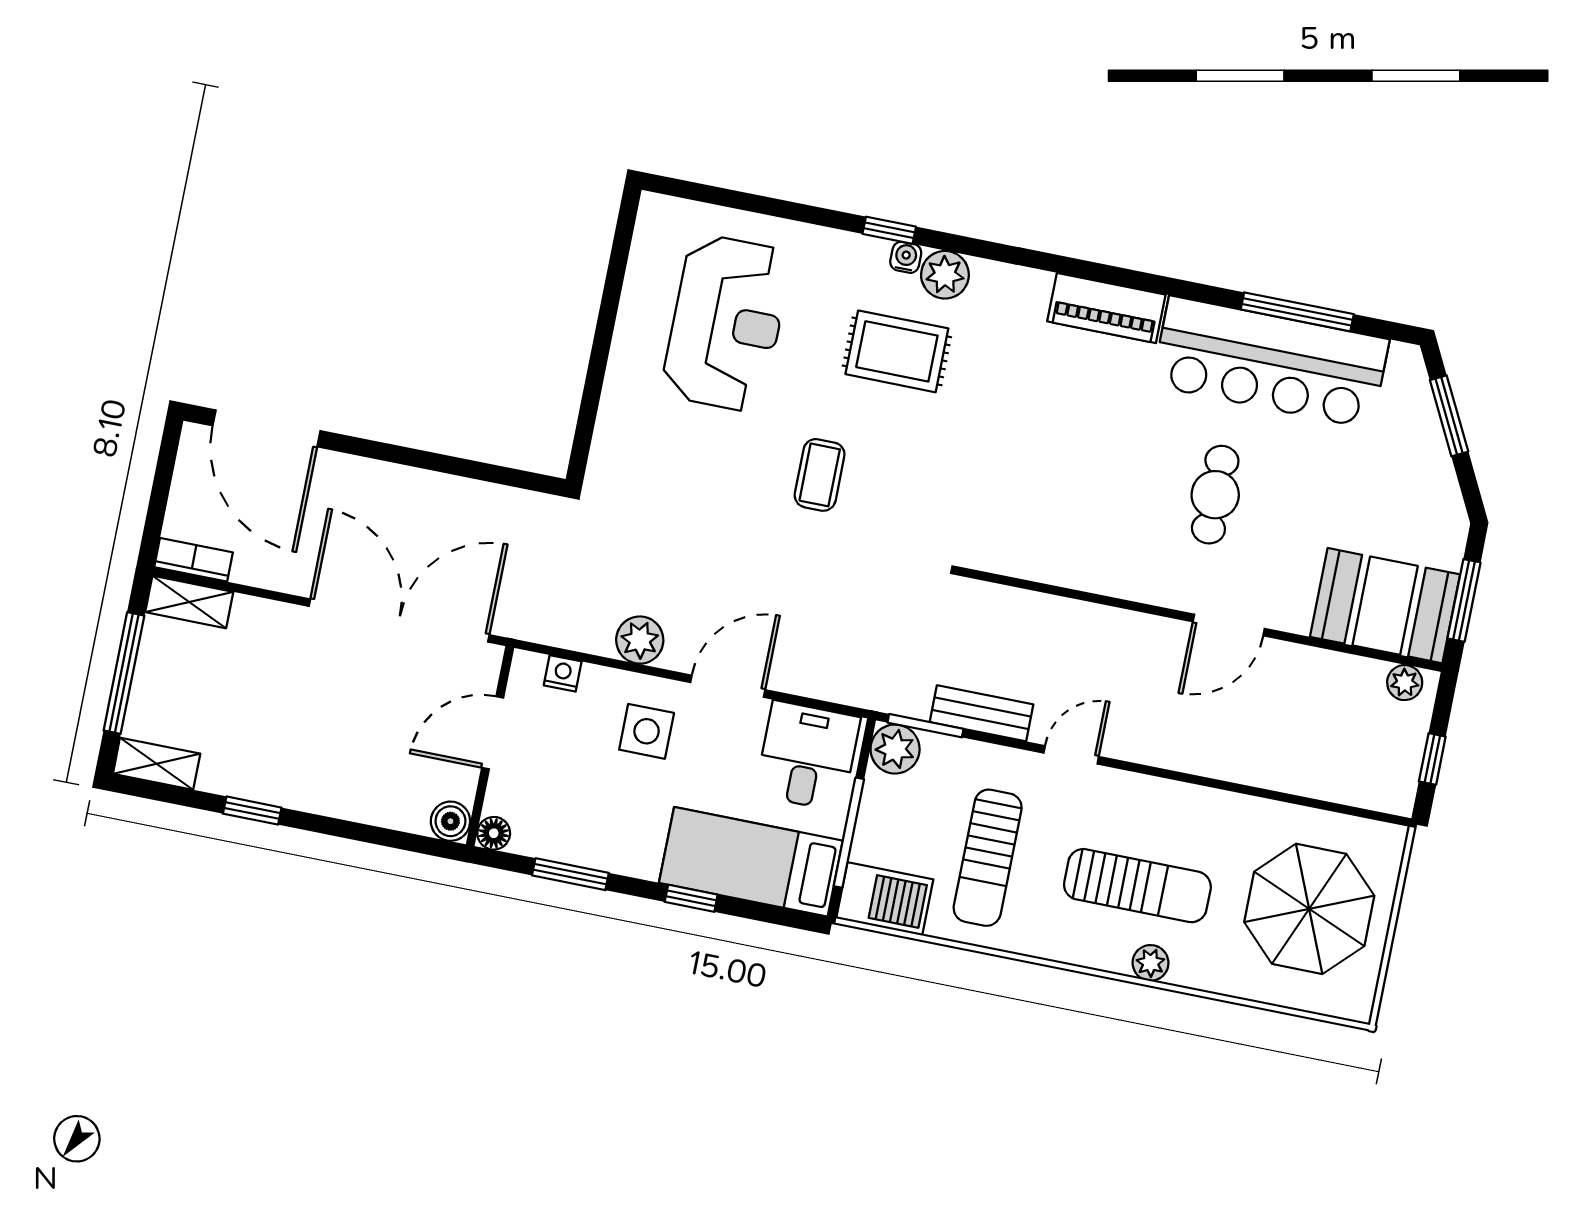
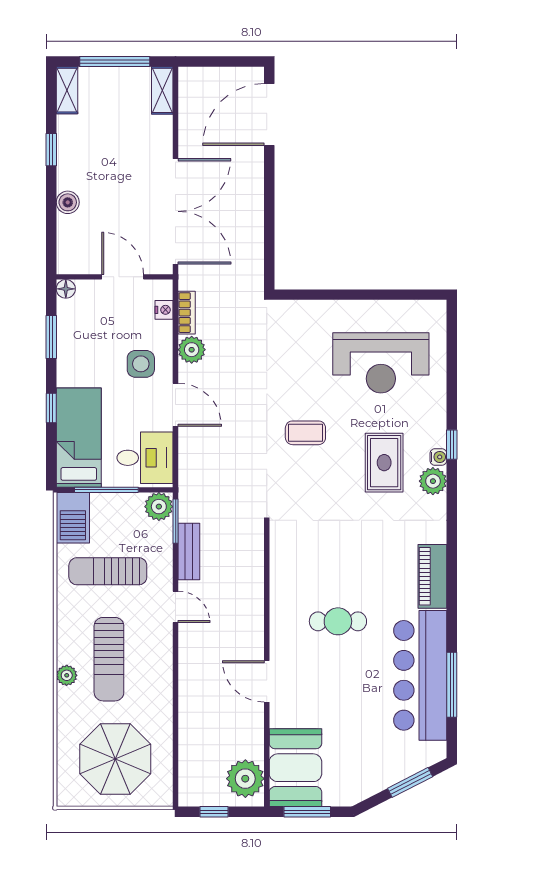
cafe table: (1215, 495) -> (338, 621), moved
bookcase: (194, 560) -> (187, 313), moved
plant: (1405, 683) -> (245, 779), width x1.88, depth x1.88
boiler: (450, 821) -> (68, 202), moved

